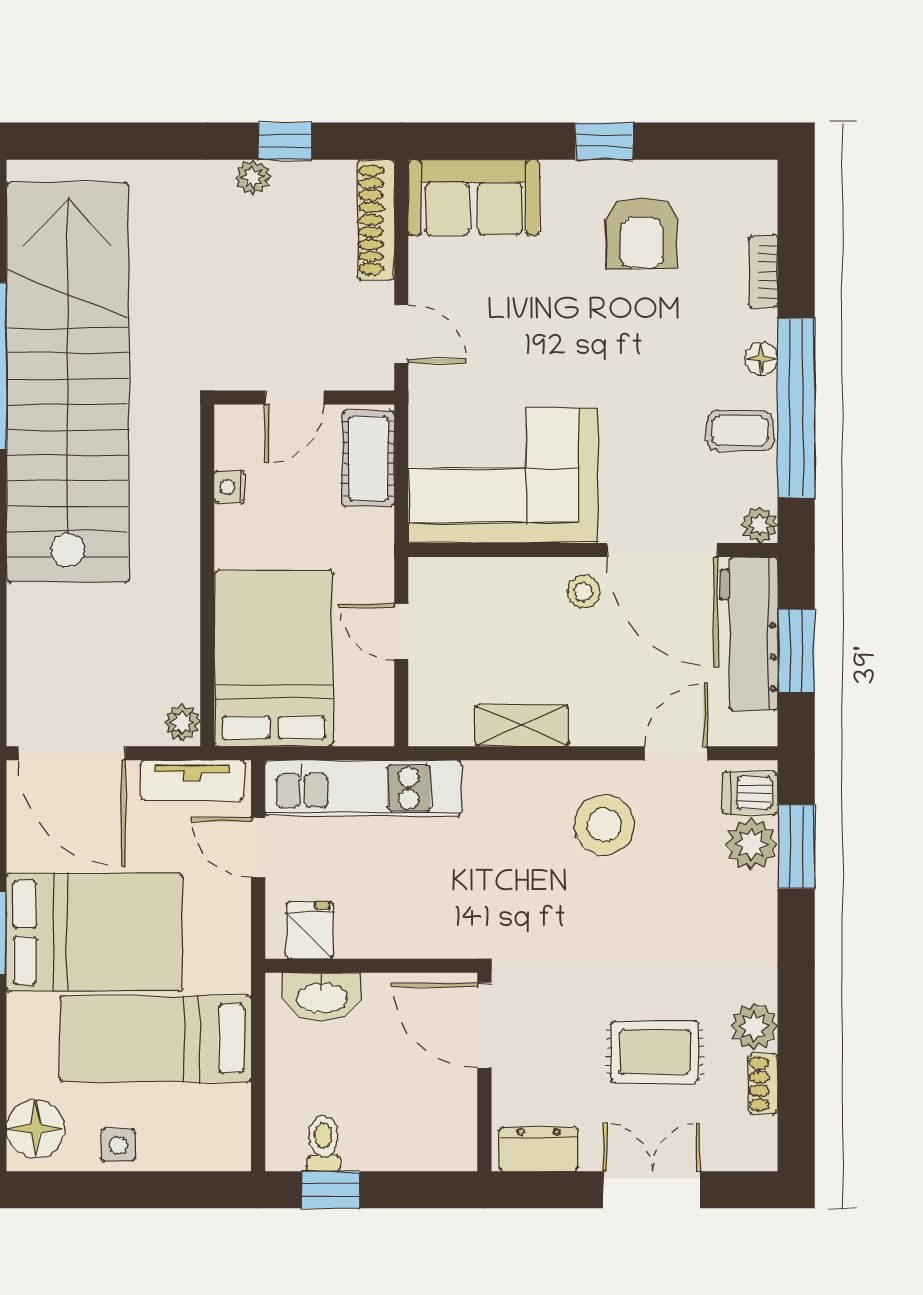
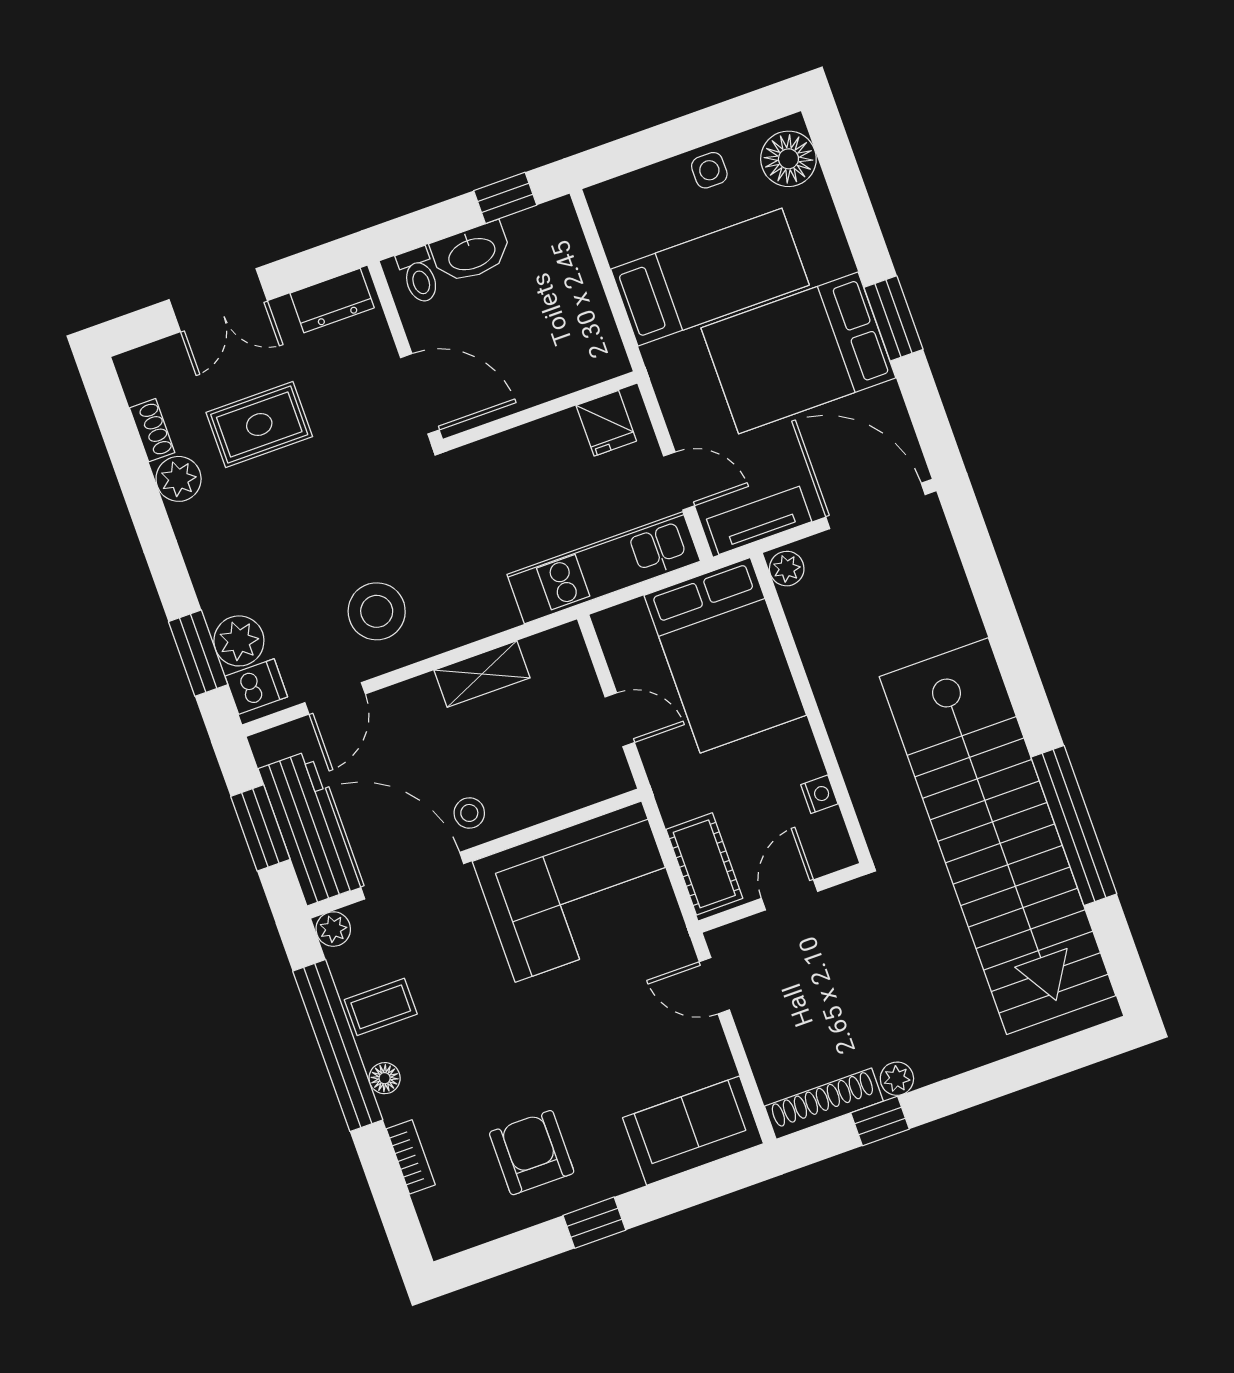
shoe rack: (376, 220) -> (824, 1104), moved, turned -90
washbasin: (322, 997) -> (471, 253), moved, turned 180
toilet: (323, 1143) -> (419, 275), moved

